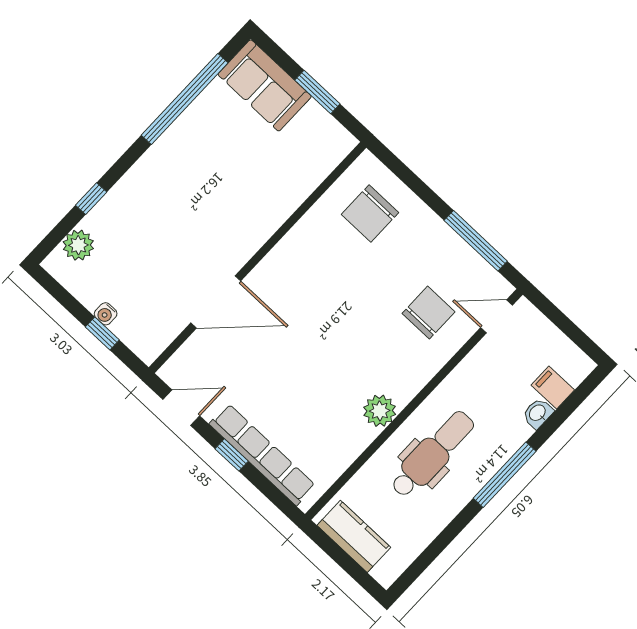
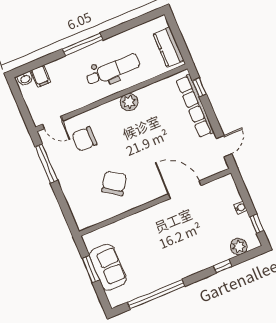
sofa: (265, 85) -> (108, 267), moved
chair: (370, 213) -> (114, 183), moved, turned -56
window: (102, 333) -> (257, 224), moved
door: (181, 408) -> (224, 146), swing flipped
washbasin: (538, 413) -> (25, 79), moved
dental chair: (432, 454) -> (113, 70), turned 180
window: (232, 455) -> (199, 87), moved

